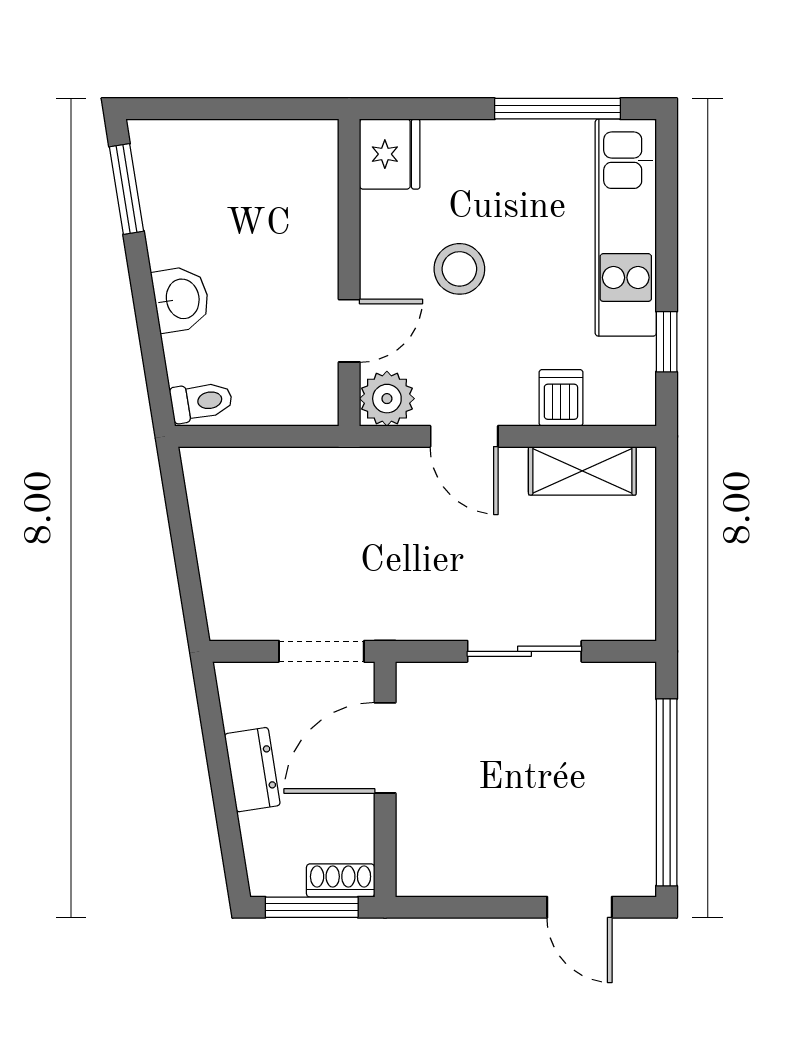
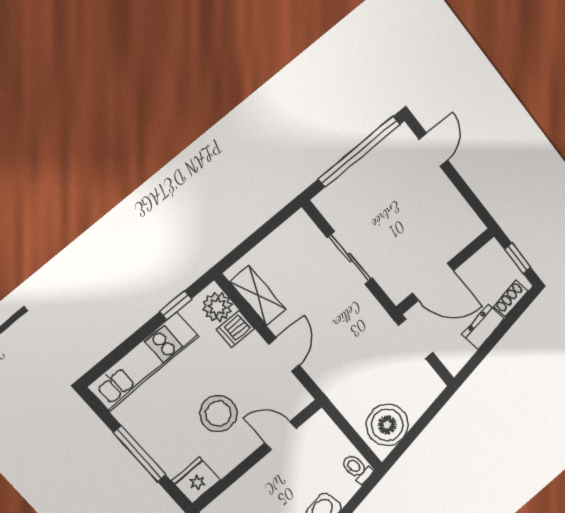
window: (557, 109) -> (140, 454), moved
stool: (459, 269) -> (218, 414), width x1.38, depth x1.38
plant: (387, 399) -> (217, 307), moved
boiler: (228, 502) -> (387, 425), added
shoe rack: (341, 880) -> (511, 299), moved, turned 81
window: (312, 907) -> (518, 258), width x0.67

